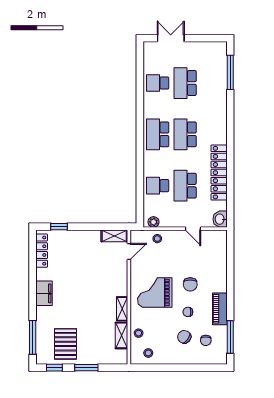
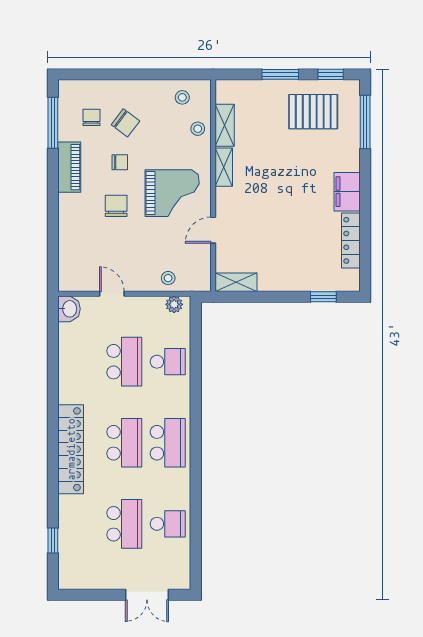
window: (230, 72) -> (53, 541), width x0.46
locker: (219, 173) -> (71, 449), moved
locker: (42, 251) -> (351, 240), moved
door: (129, 252) -> (213, 230), moved
pallet: (65, 344) -> (313, 112), turned 90

